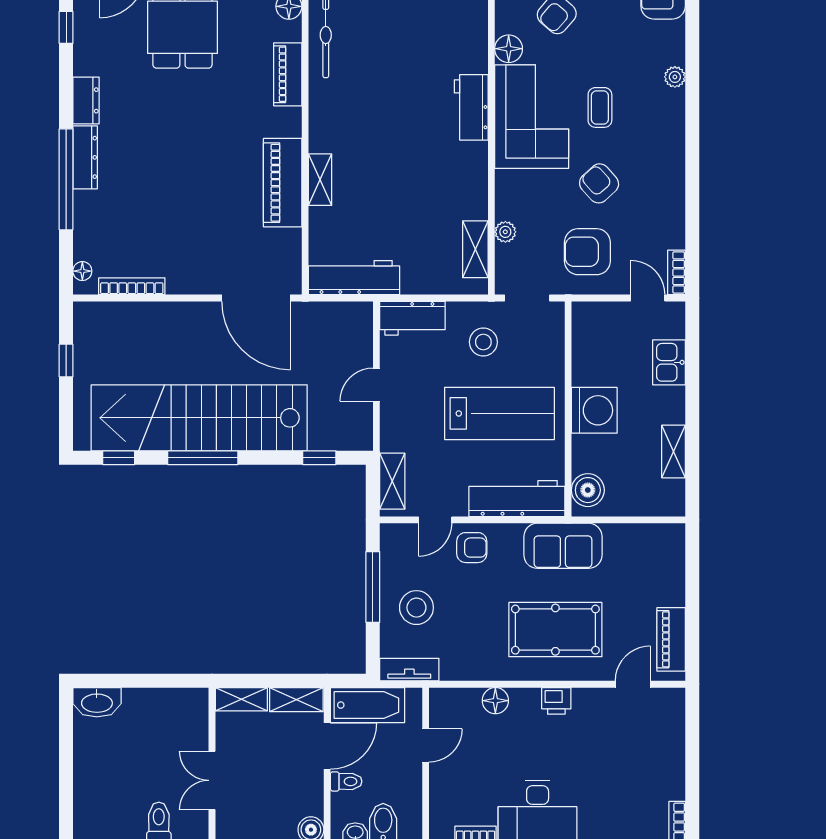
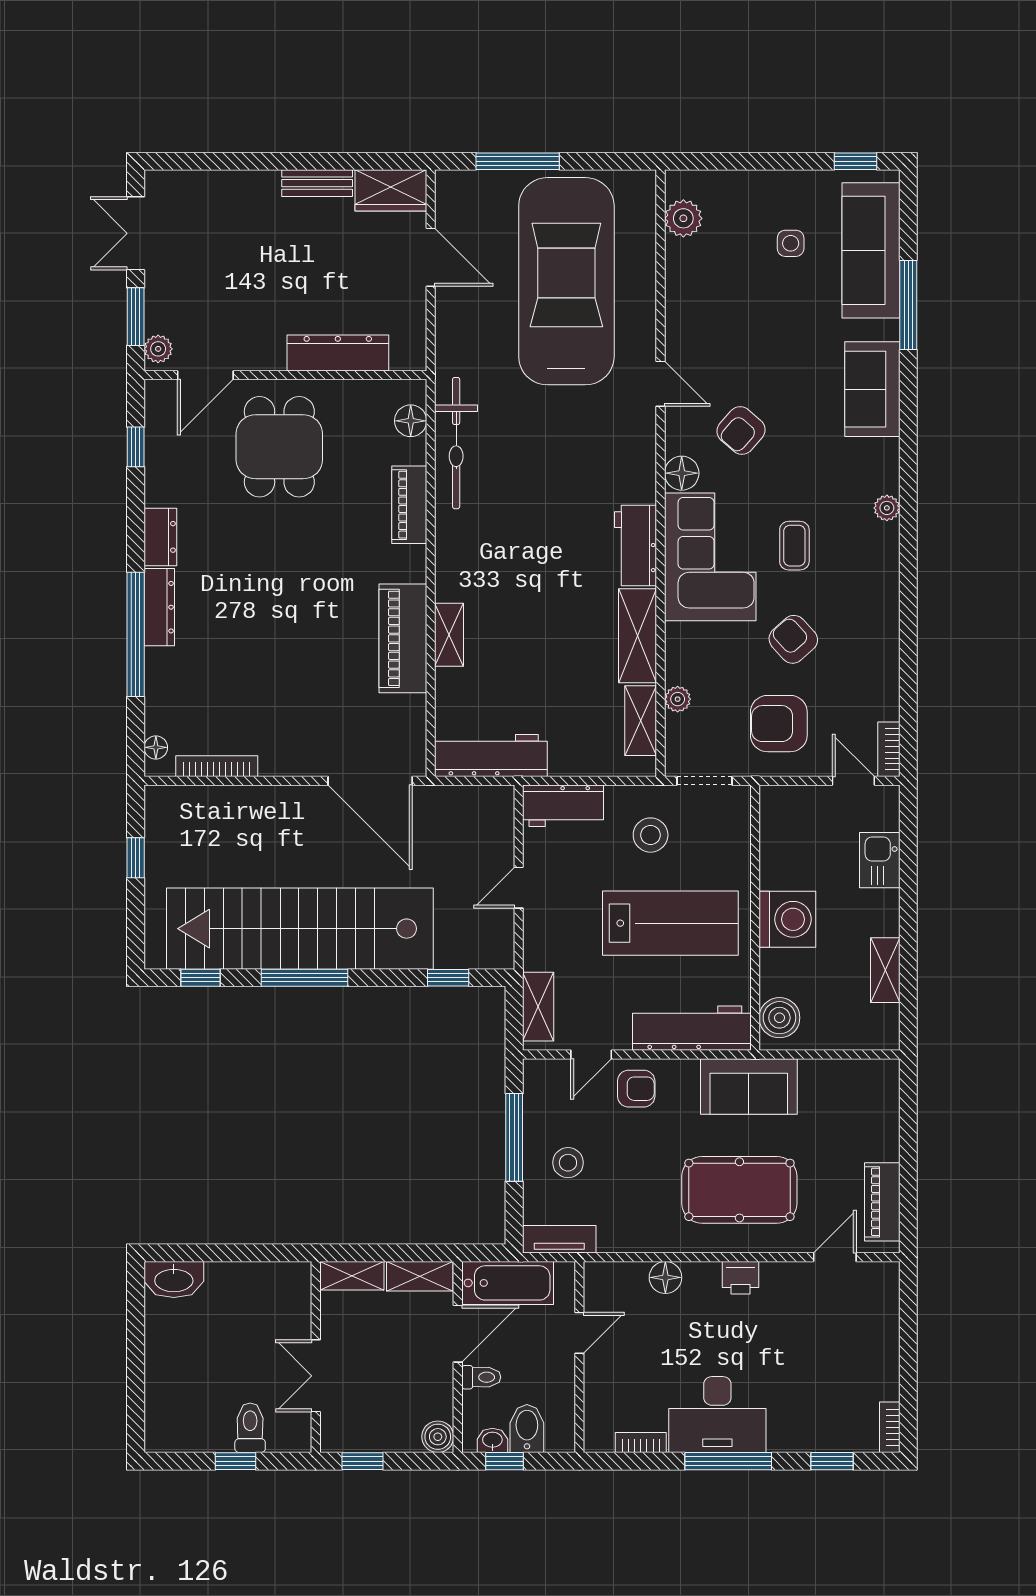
shelving: (473, 181) -> (638, 636), added
stool: (416, 608) -> (568, 1163), width x0.73, depth x0.73

